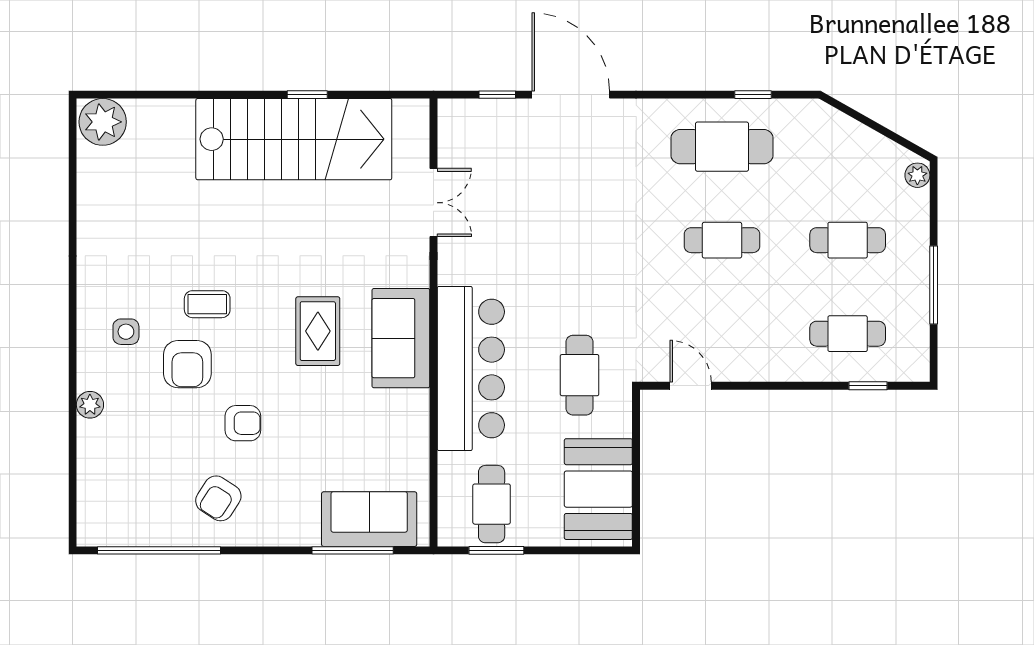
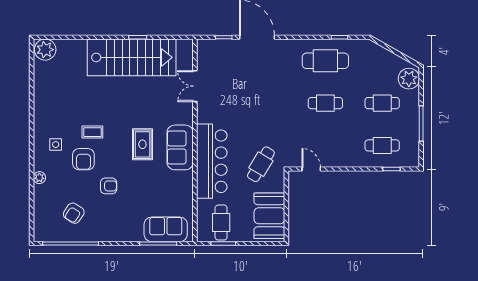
plant: (917, 175) -> (409, 79), width x1.88, depth x1.88
double door: (433, 203) -> (195, 86), swing flipped
cafe table: (580, 375) -> (261, 164), turned 31
armchair: (218, 498) -> (74, 213), moved

